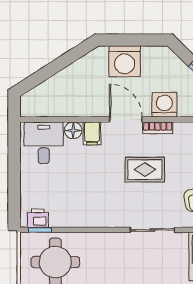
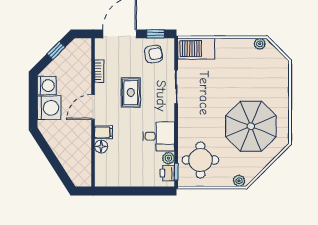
washing machine: (164, 105) -> (47, 86), moved, turned 180
bookcase: (158, 128) -> (99, 71), moved
desk: (44, 143) -> (159, 136), moved, turned 180
plant: (58, 219) -> (168, 158), added

